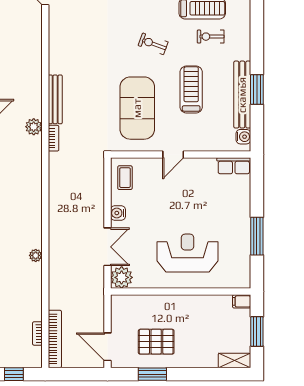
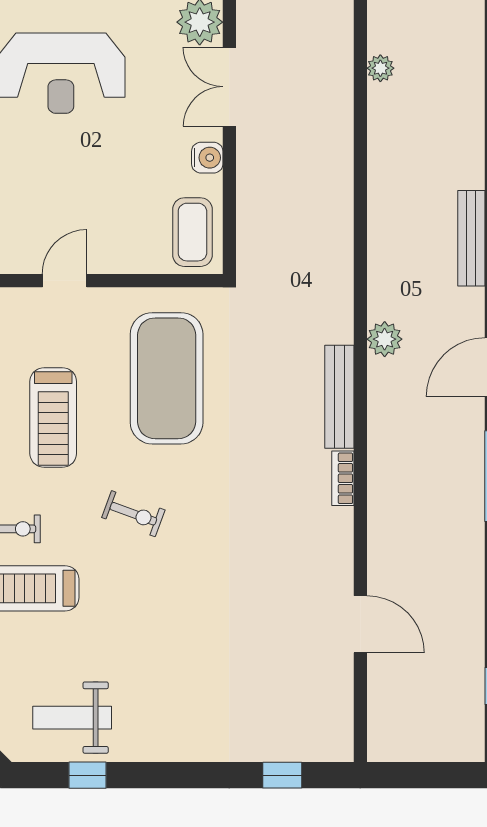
bookcase: (54, 138) -> (343, 478), moved
door: (173, 155) -> (65, 281), moved
coffee table: (125, 178) -> (192, 232), width x1.36, depth x1.30

